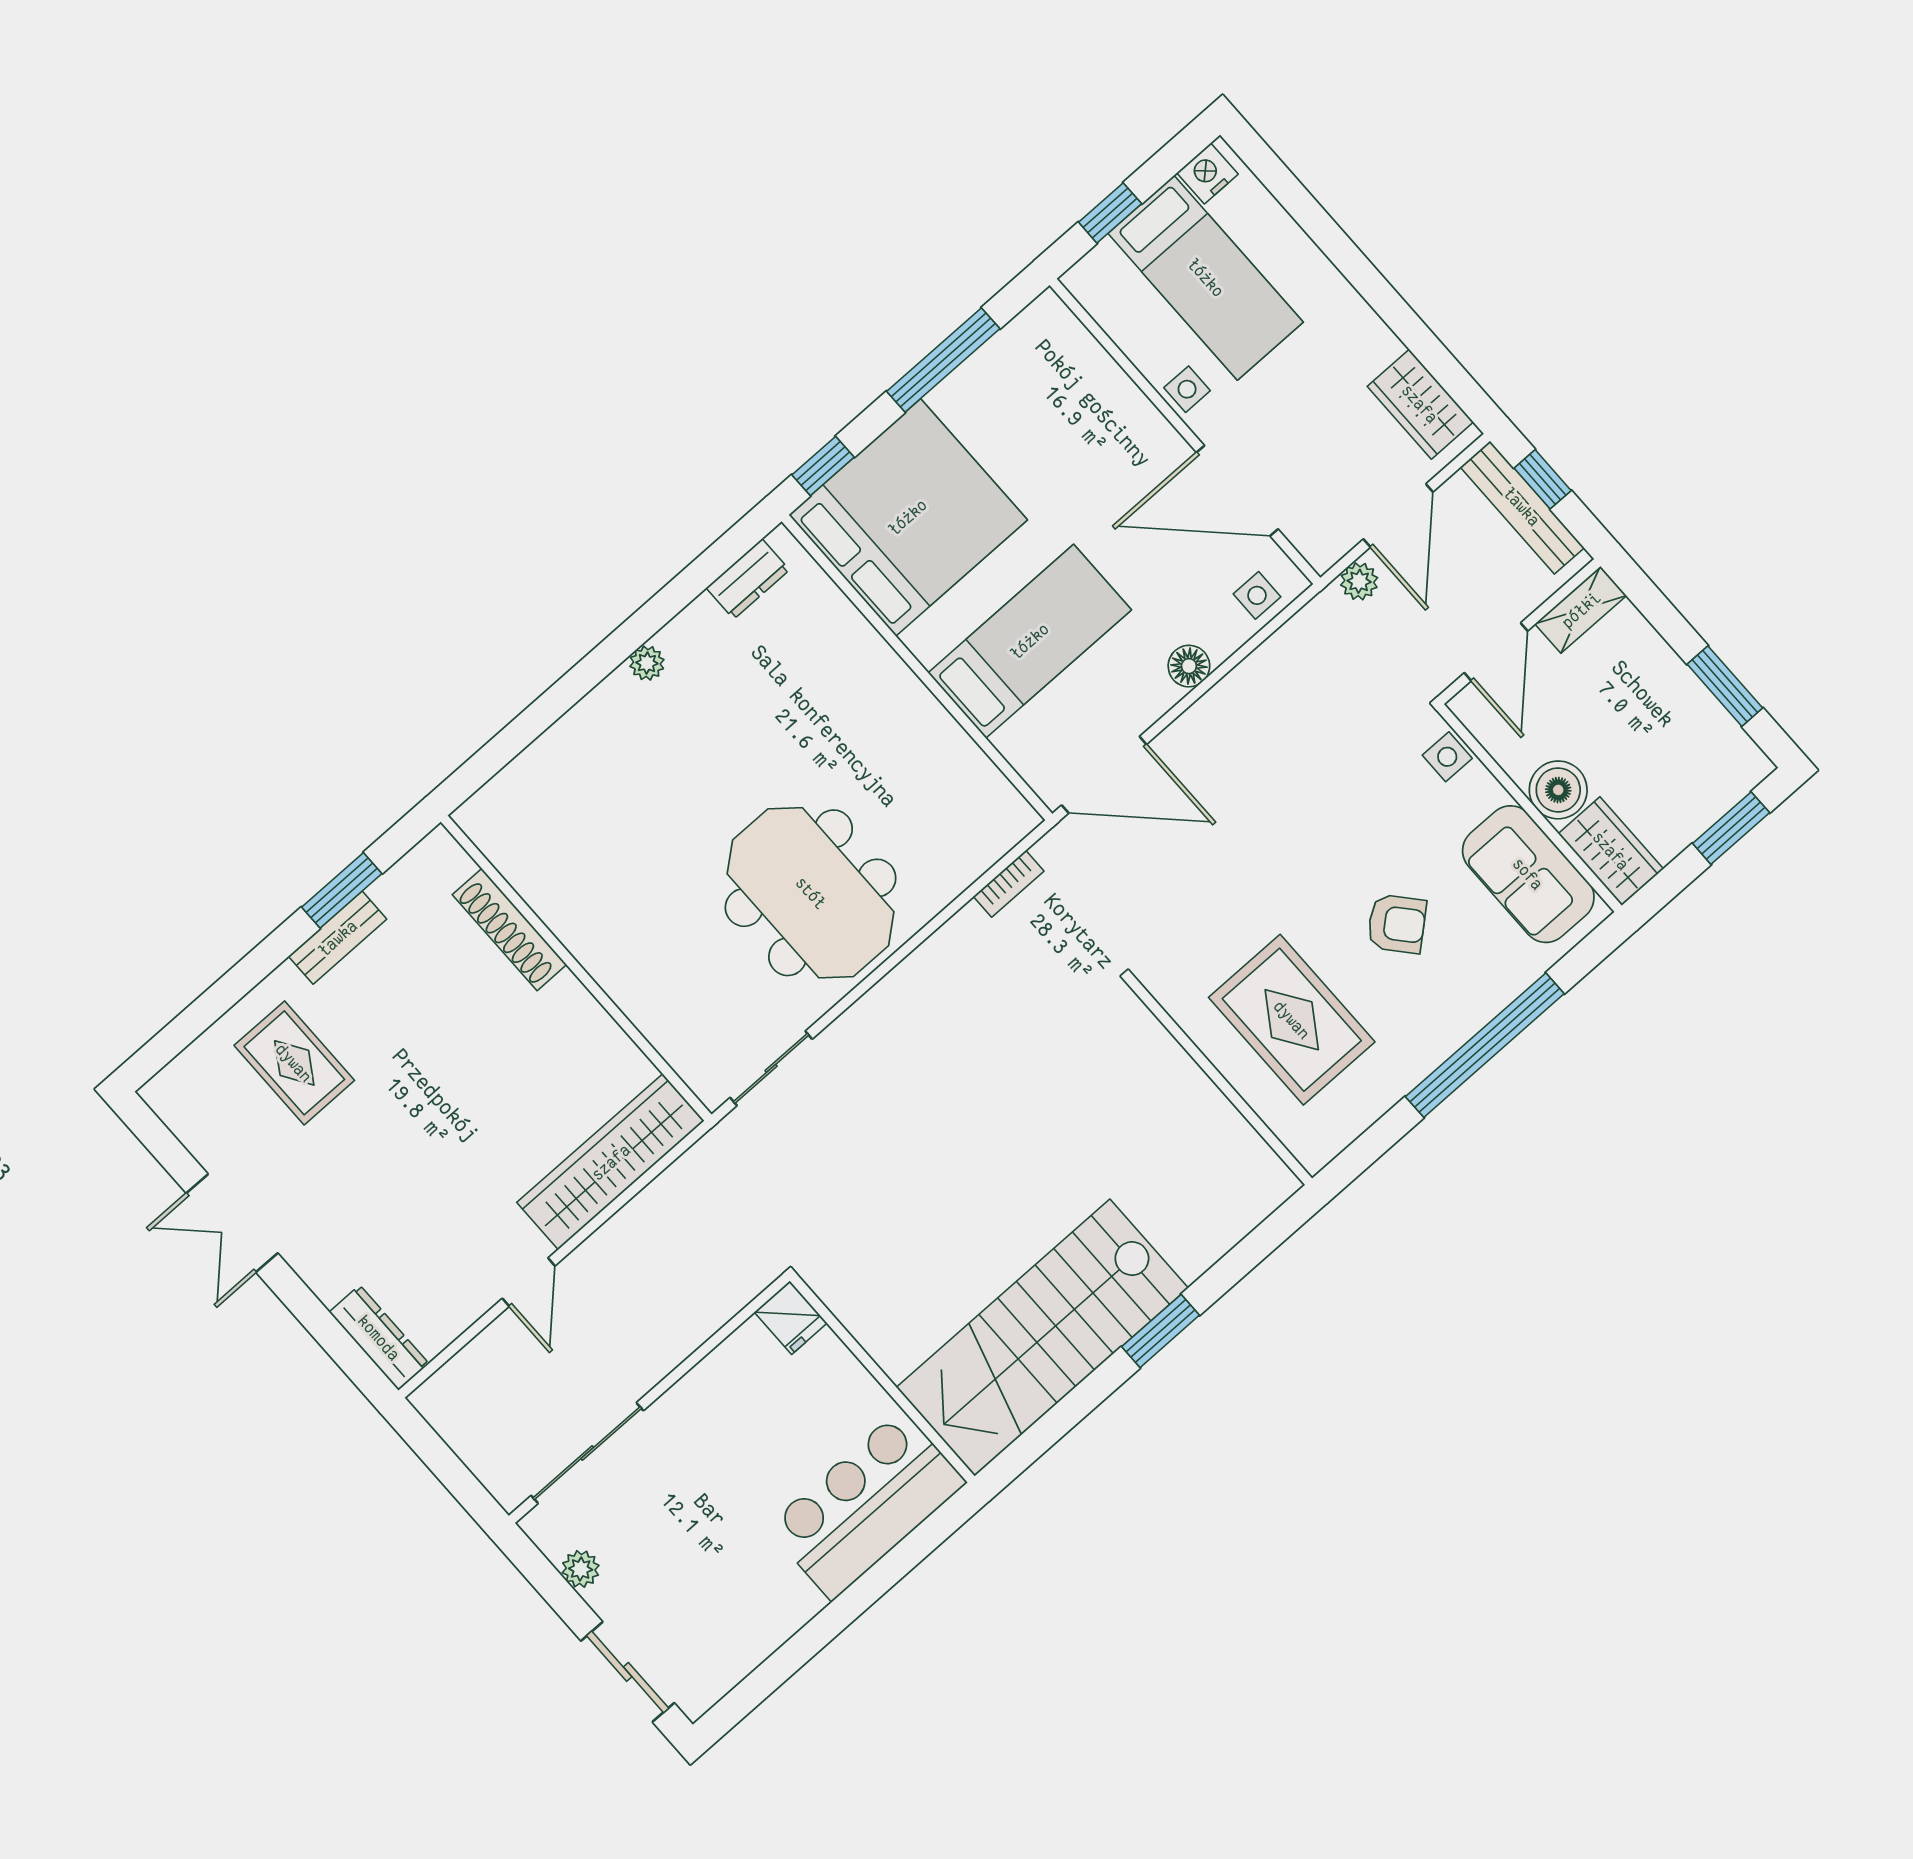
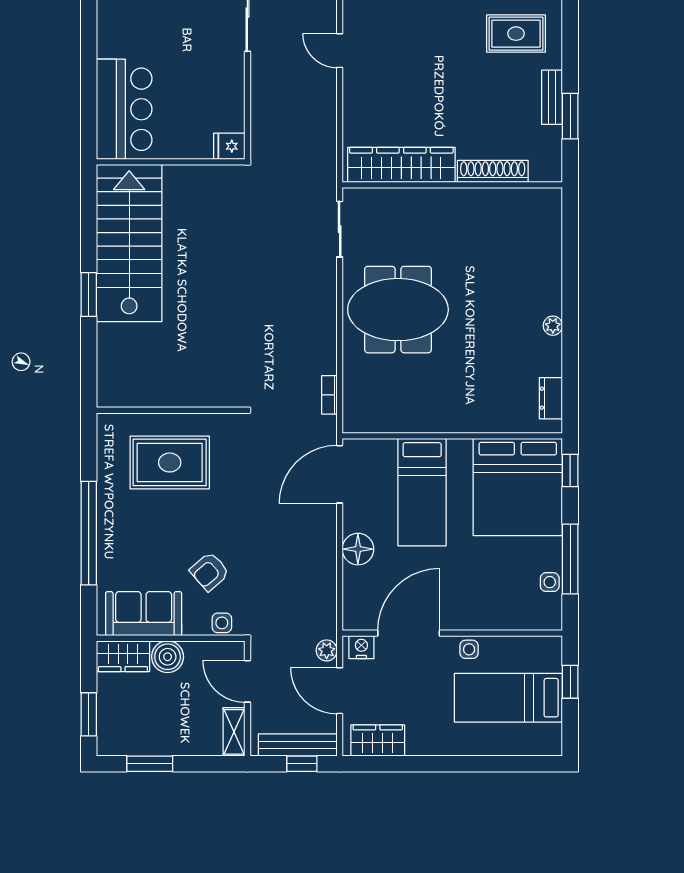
nightstand: (1207, 173) -> (361, 647), moved, turned -90
side table: (1257, 595) -> (550, 582), moved
floor lamp: (1189, 666) -> (358, 549), width x1.38, depth x1.38
armchair: (1397, 924) -> (210, 572), moved
wardrobe: (611, 1162) -> (401, 165), moved, turned -90

